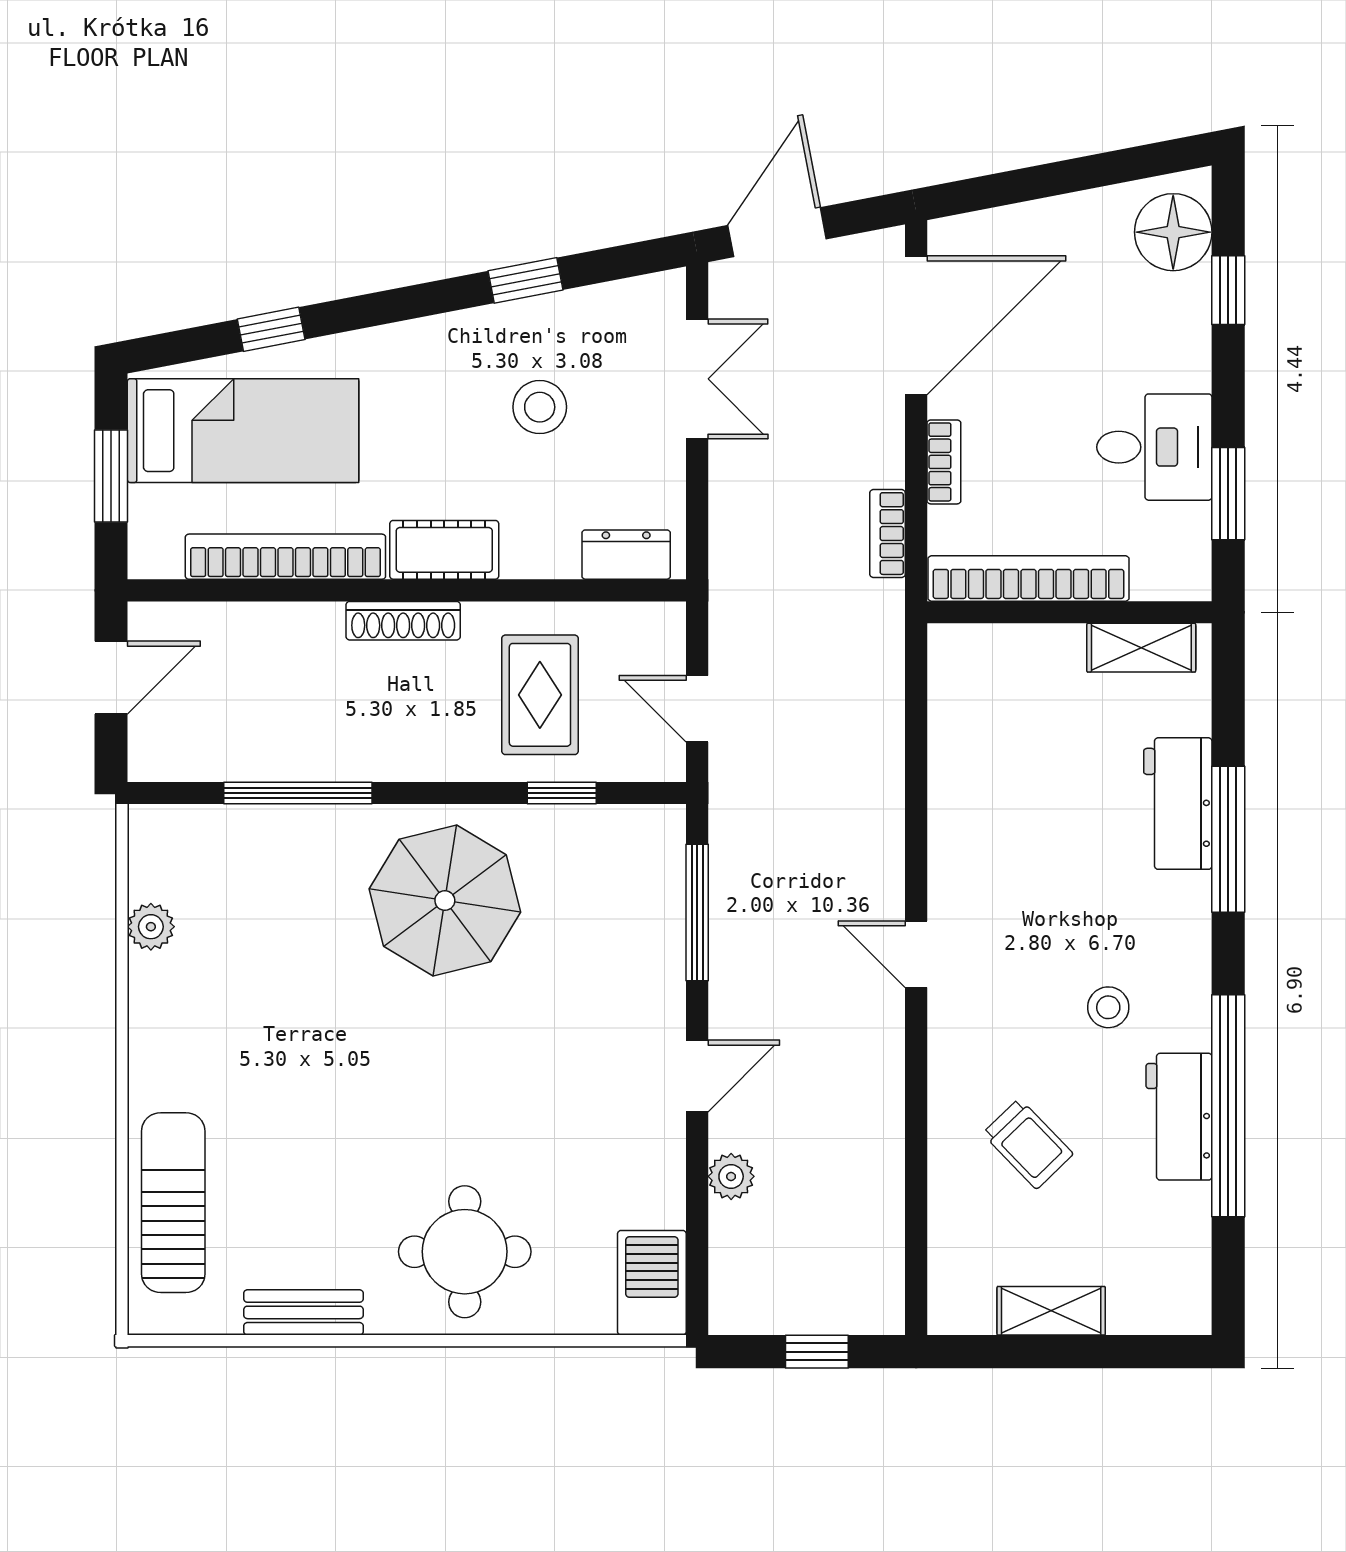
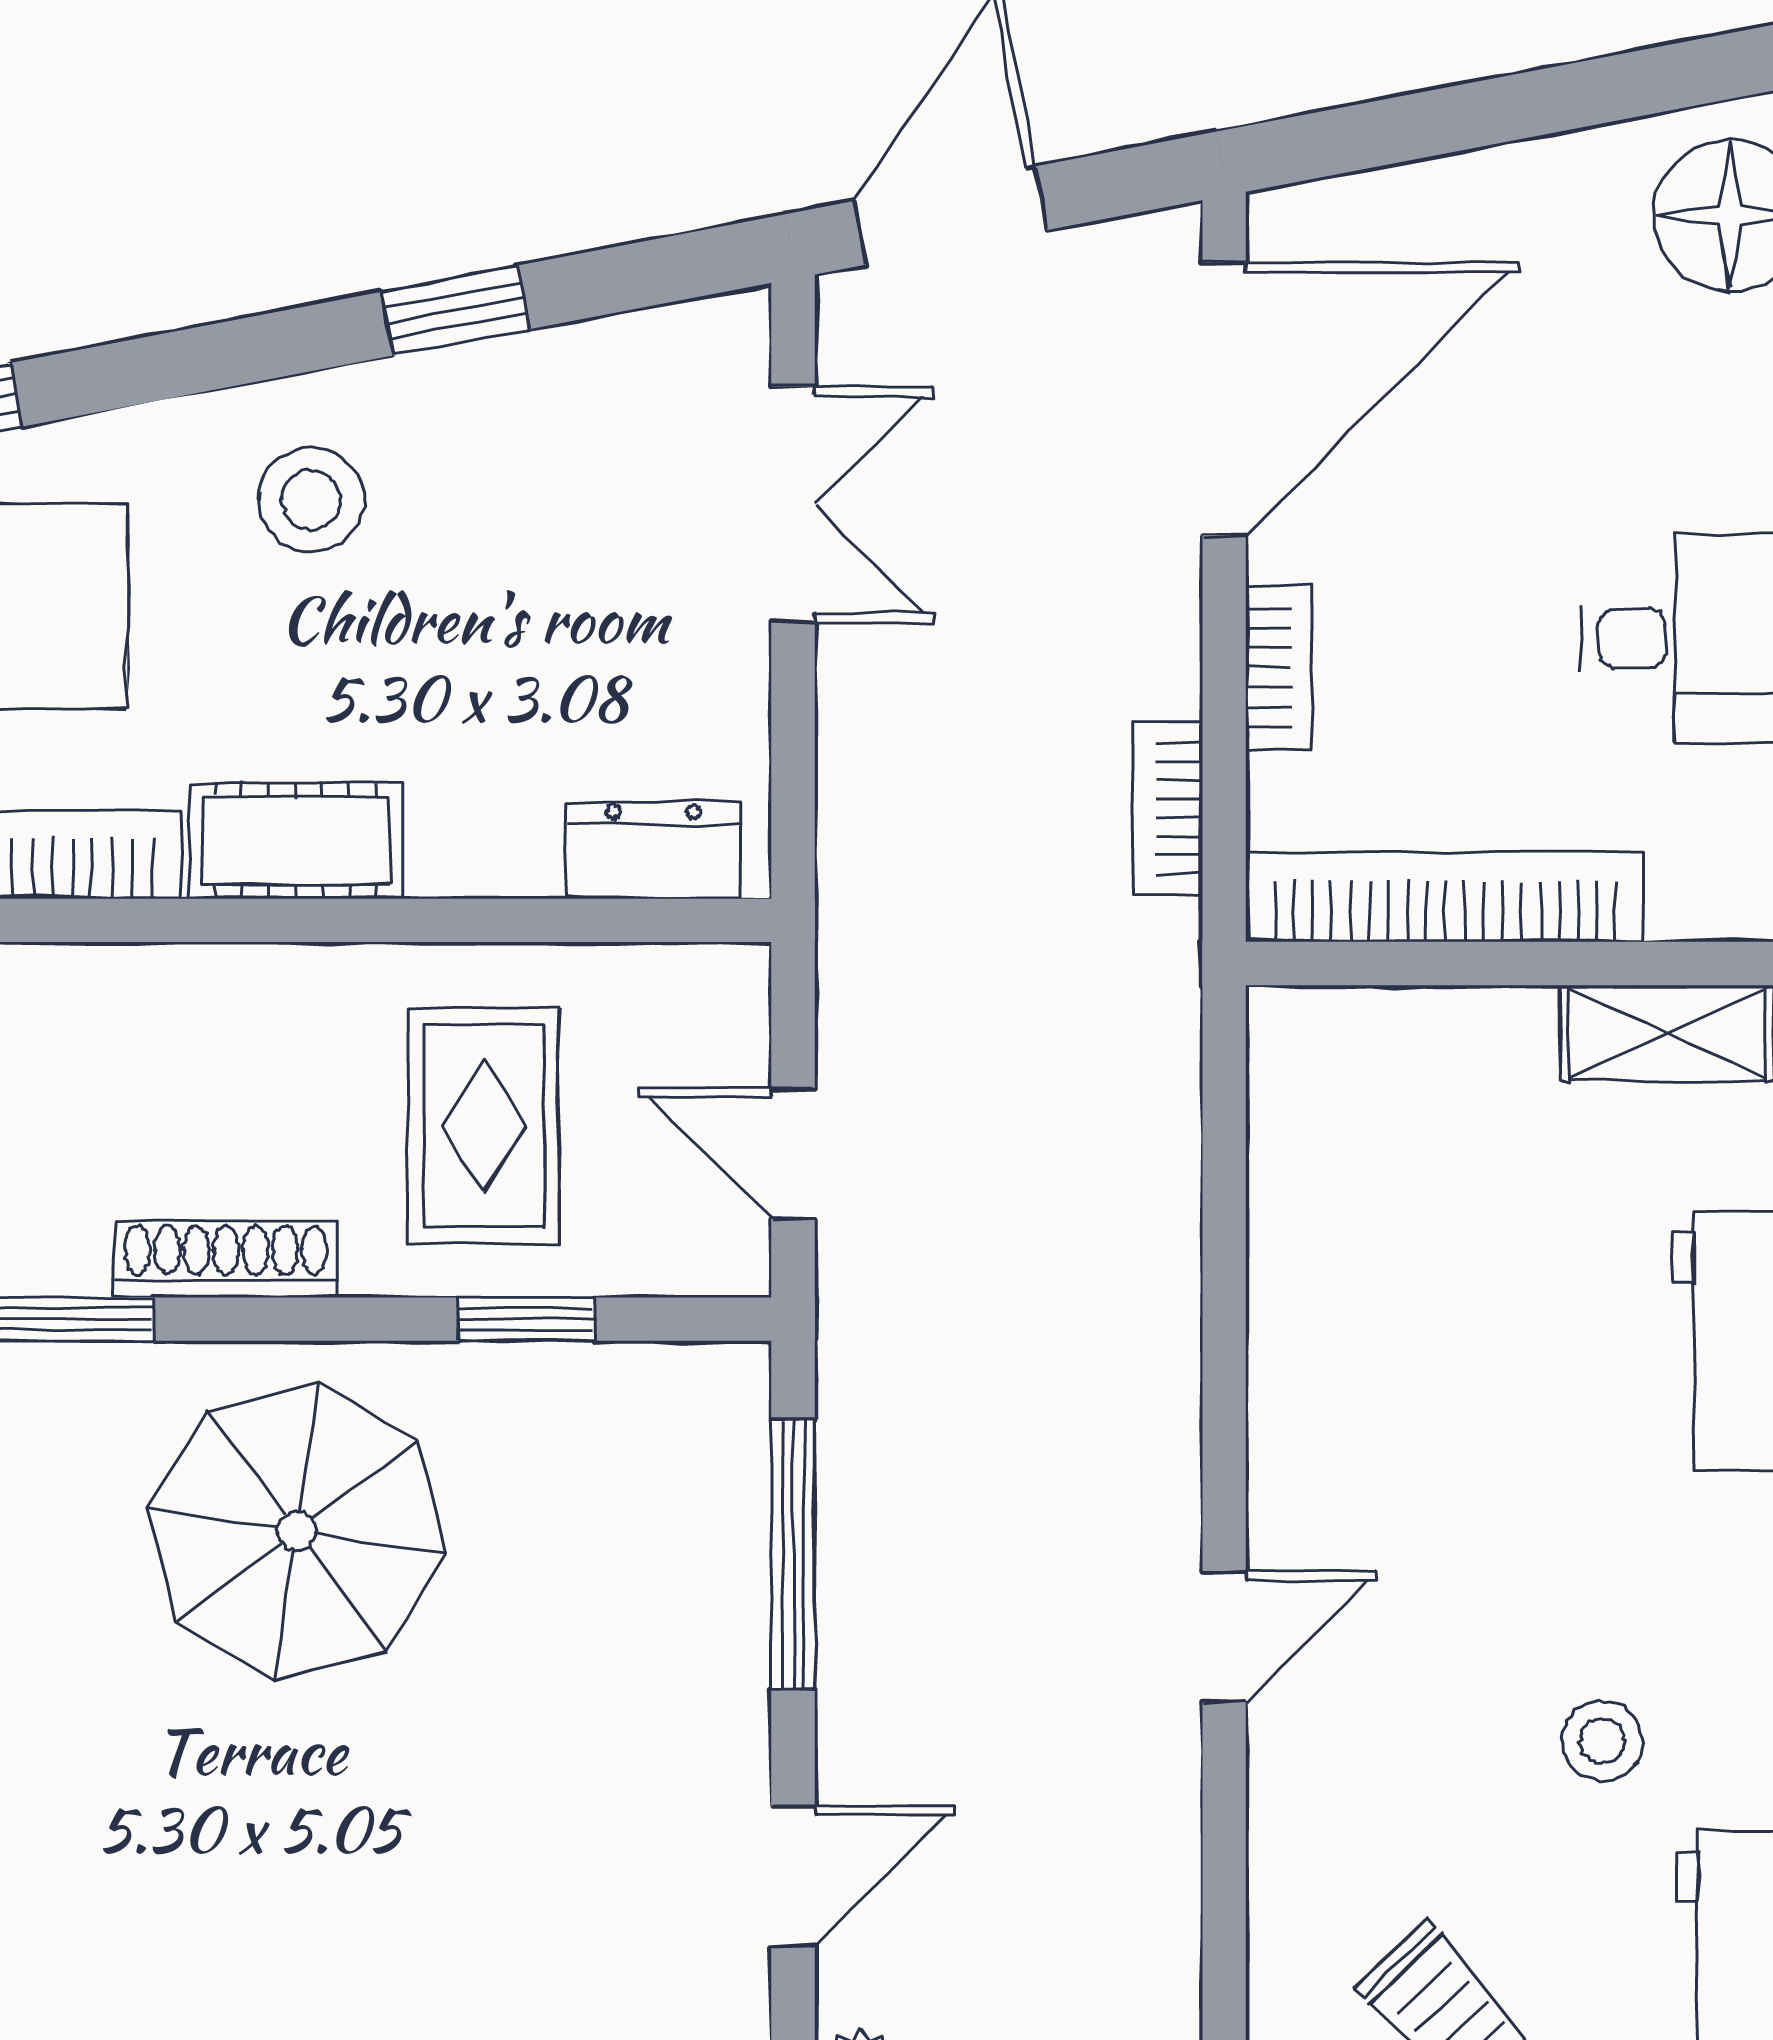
stool: (540, 407) -> (311, 500), moved
shoe rack: (403, 621) -> (226, 1259), moved, turned 180
door: (916, 954) -> (1224, 1637), swing flipped

